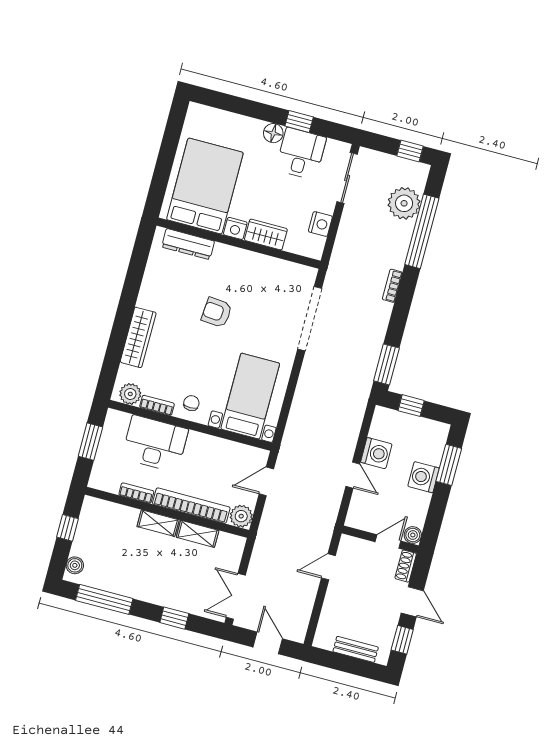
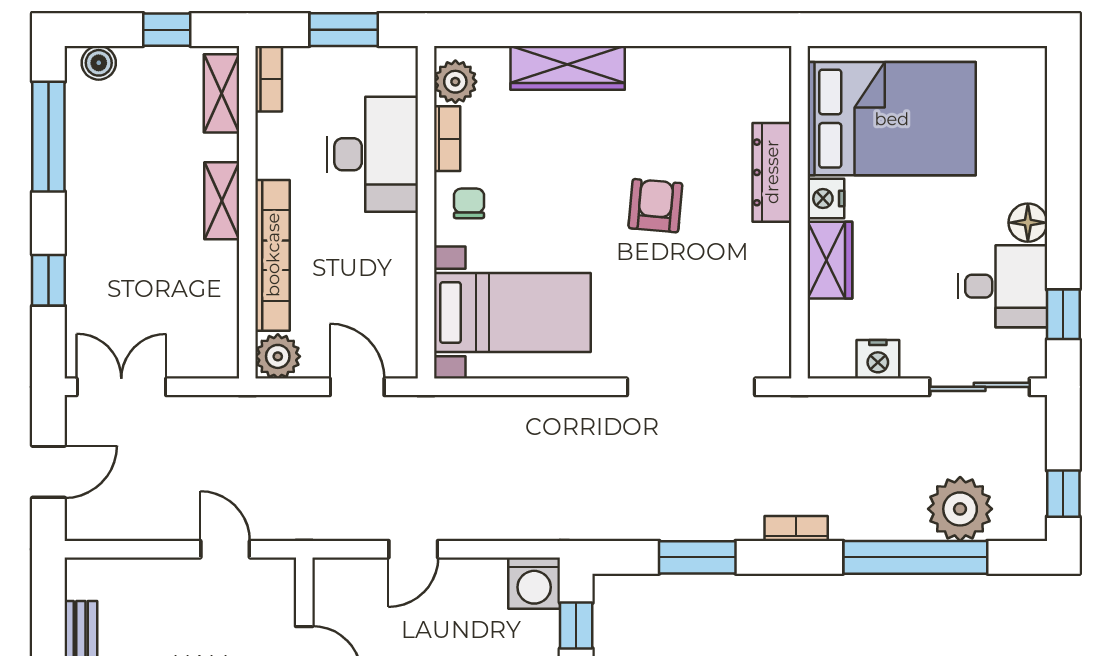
window: (299, 121) -> (1063, 314), moved
dresser: (188, 244) -> (772, 172), moved
window: (386, 364) -> (697, 557), moved
chair: (191, 403) -> (469, 203), turned -90
washing machine: (376, 453) -> (534, 583), moved
bookcase: (136, 493) -> (269, 79), moved
shelving: (198, 534) -> (222, 93), moved

